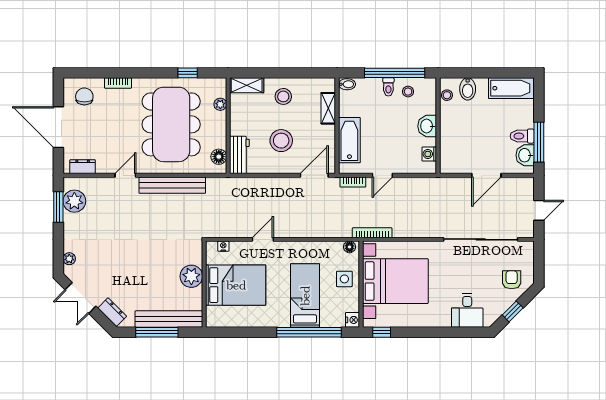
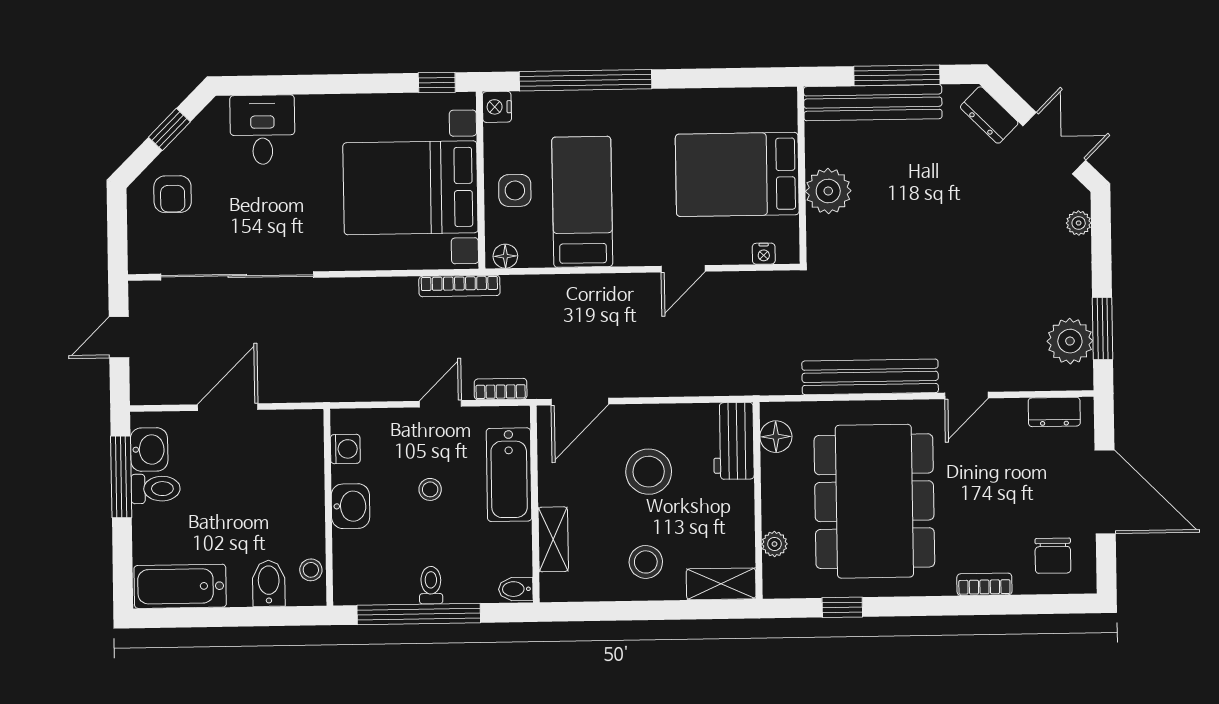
stool: (408, 92) -> (430, 489), moved
bed: (305, 296) -> (582, 202), moved, turned 180

